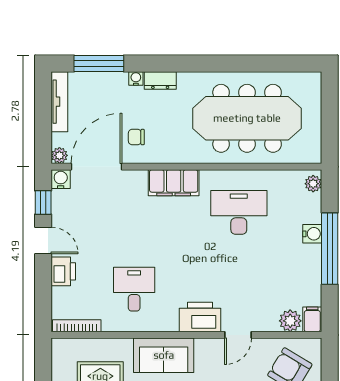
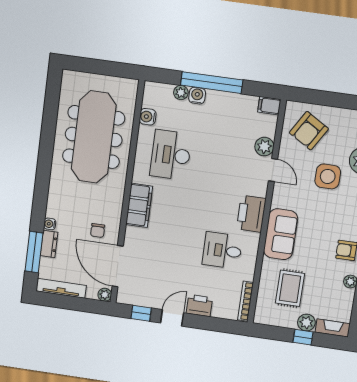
dresser: (160, 80) -> (49, 244), moved
water cooler: (61, 179) -> (148, 117), moved
plant: (313, 184) -> (181, 93), moved
printer: (200, 317) -> (251, 214), moved
plant: (290, 321) -> (264, 147), moved

